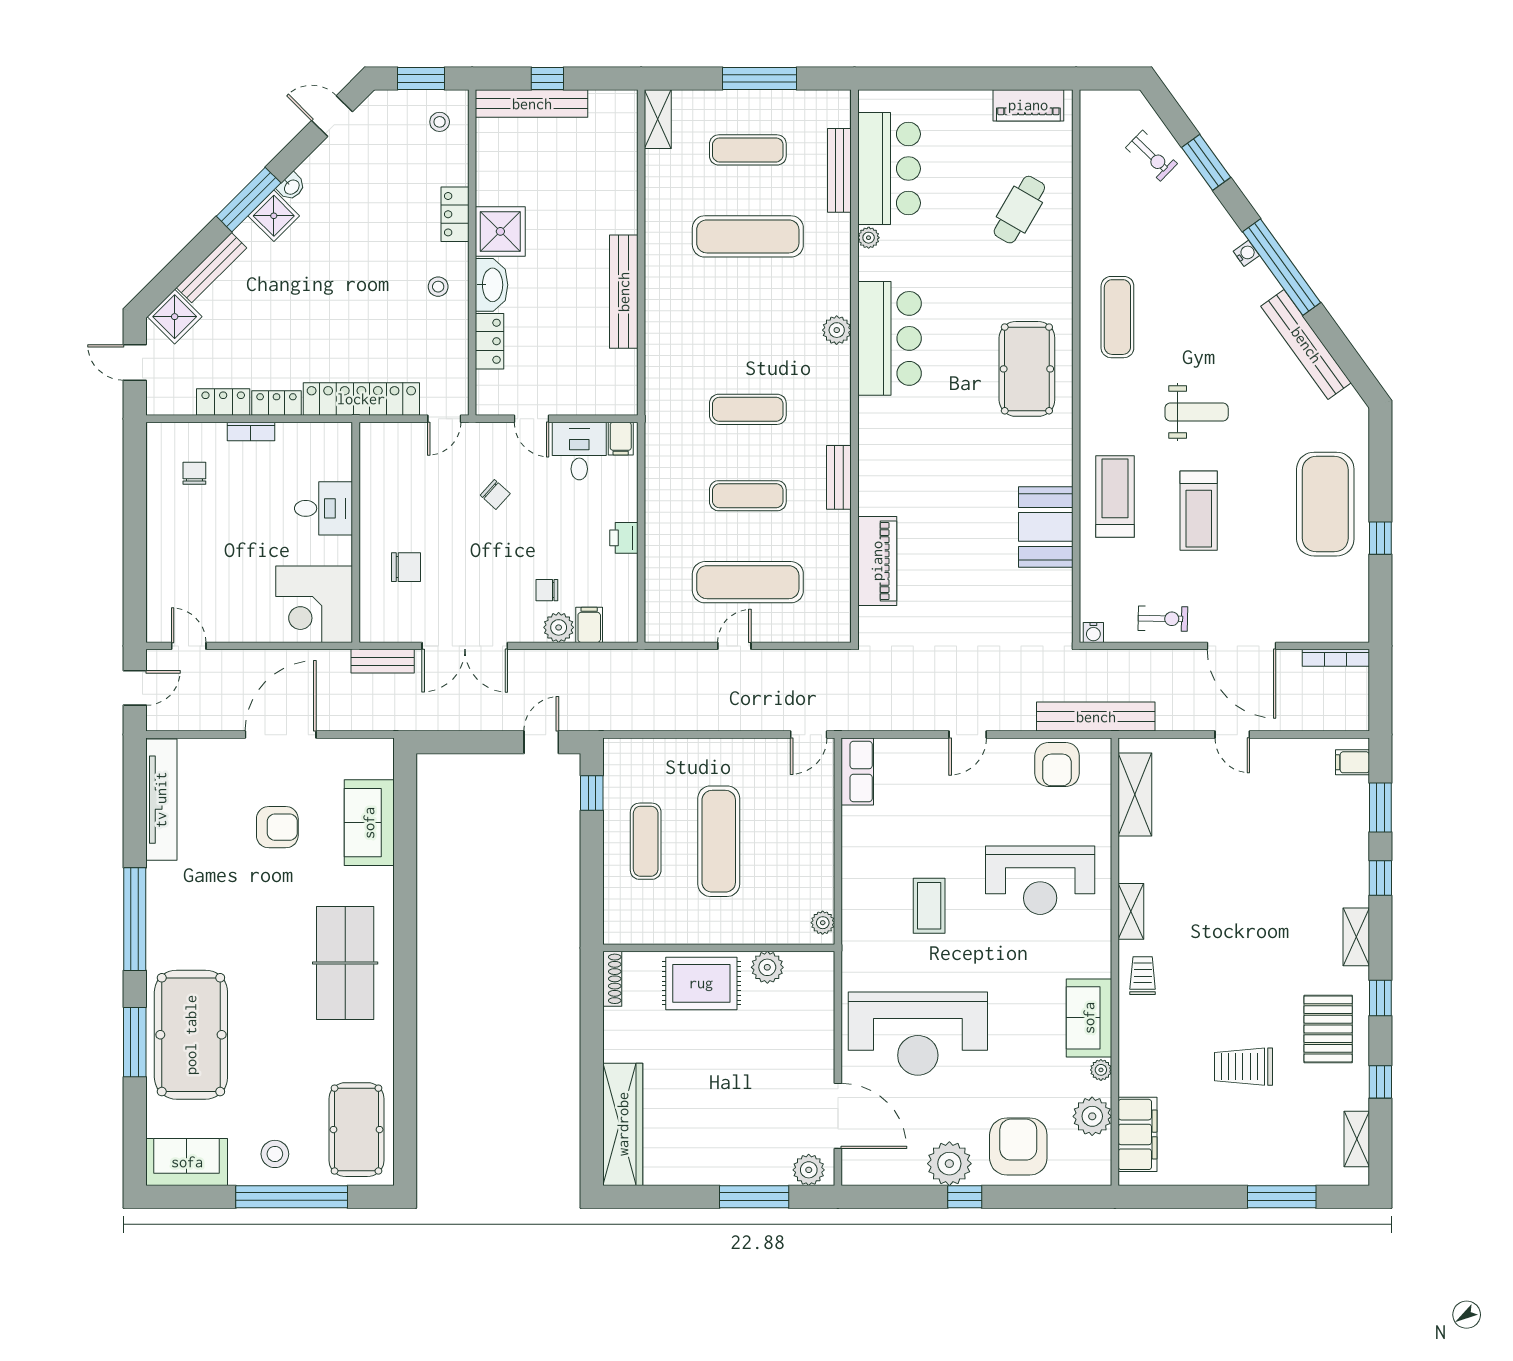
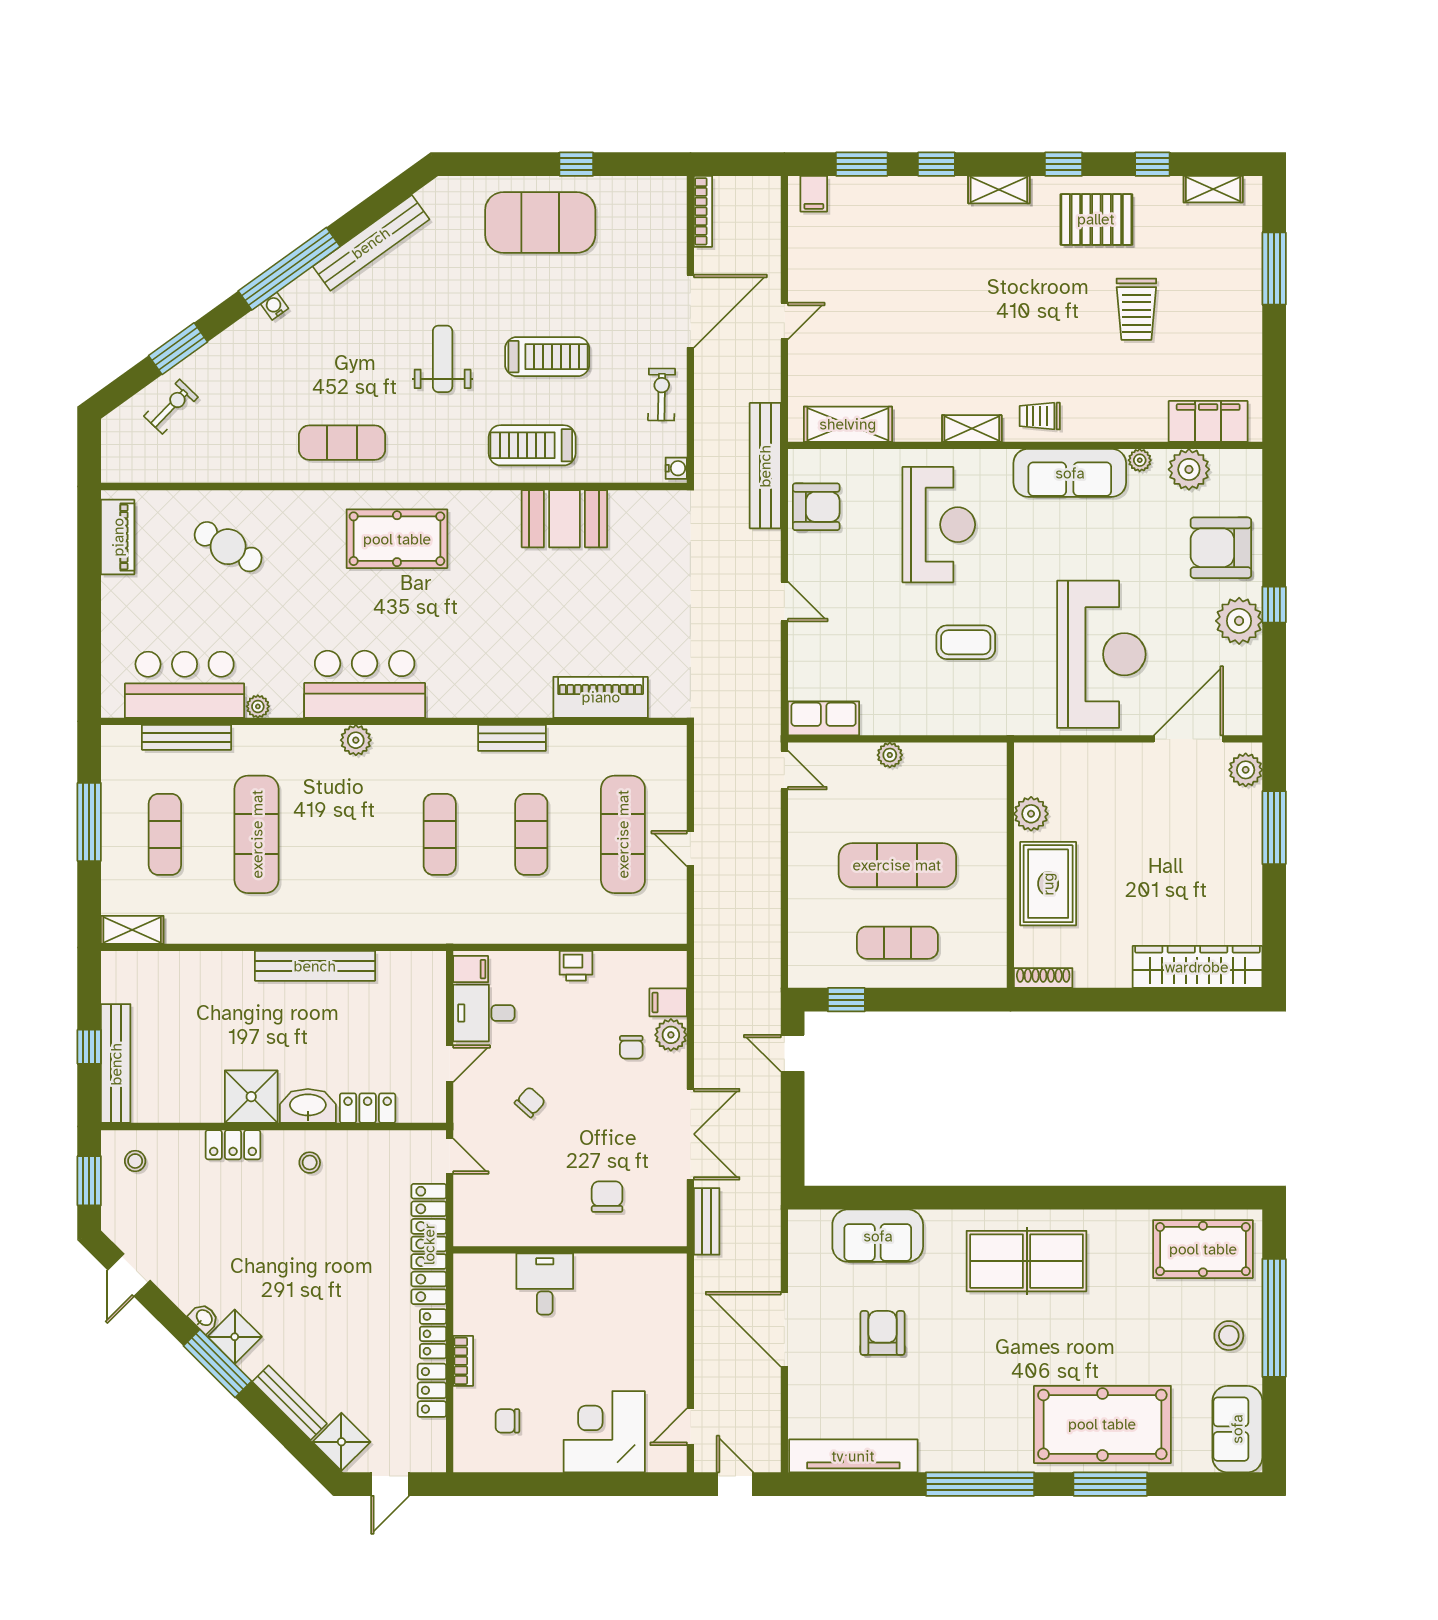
corner desk: (314, 604) -> (604, 1432), moved, turned 180
plant: (823, 923) -> (890, 755), moved
sofa: (1089, 1018) -> (1070, 473), width x1.36

